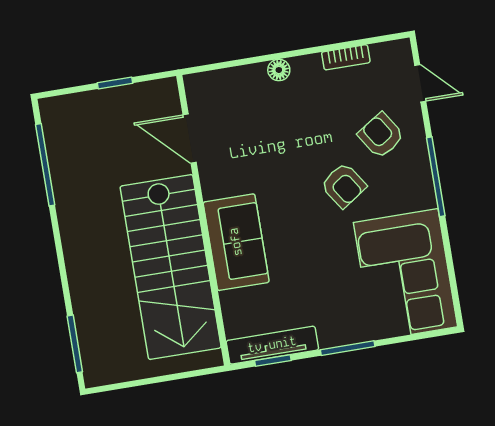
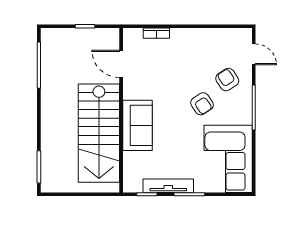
bookcase: (346, 57) -> (156, 33), moved
floor lamp: (279, 70) -> (177, 34), removed
tv unit: (272, 345) -> (168, 186), moved

